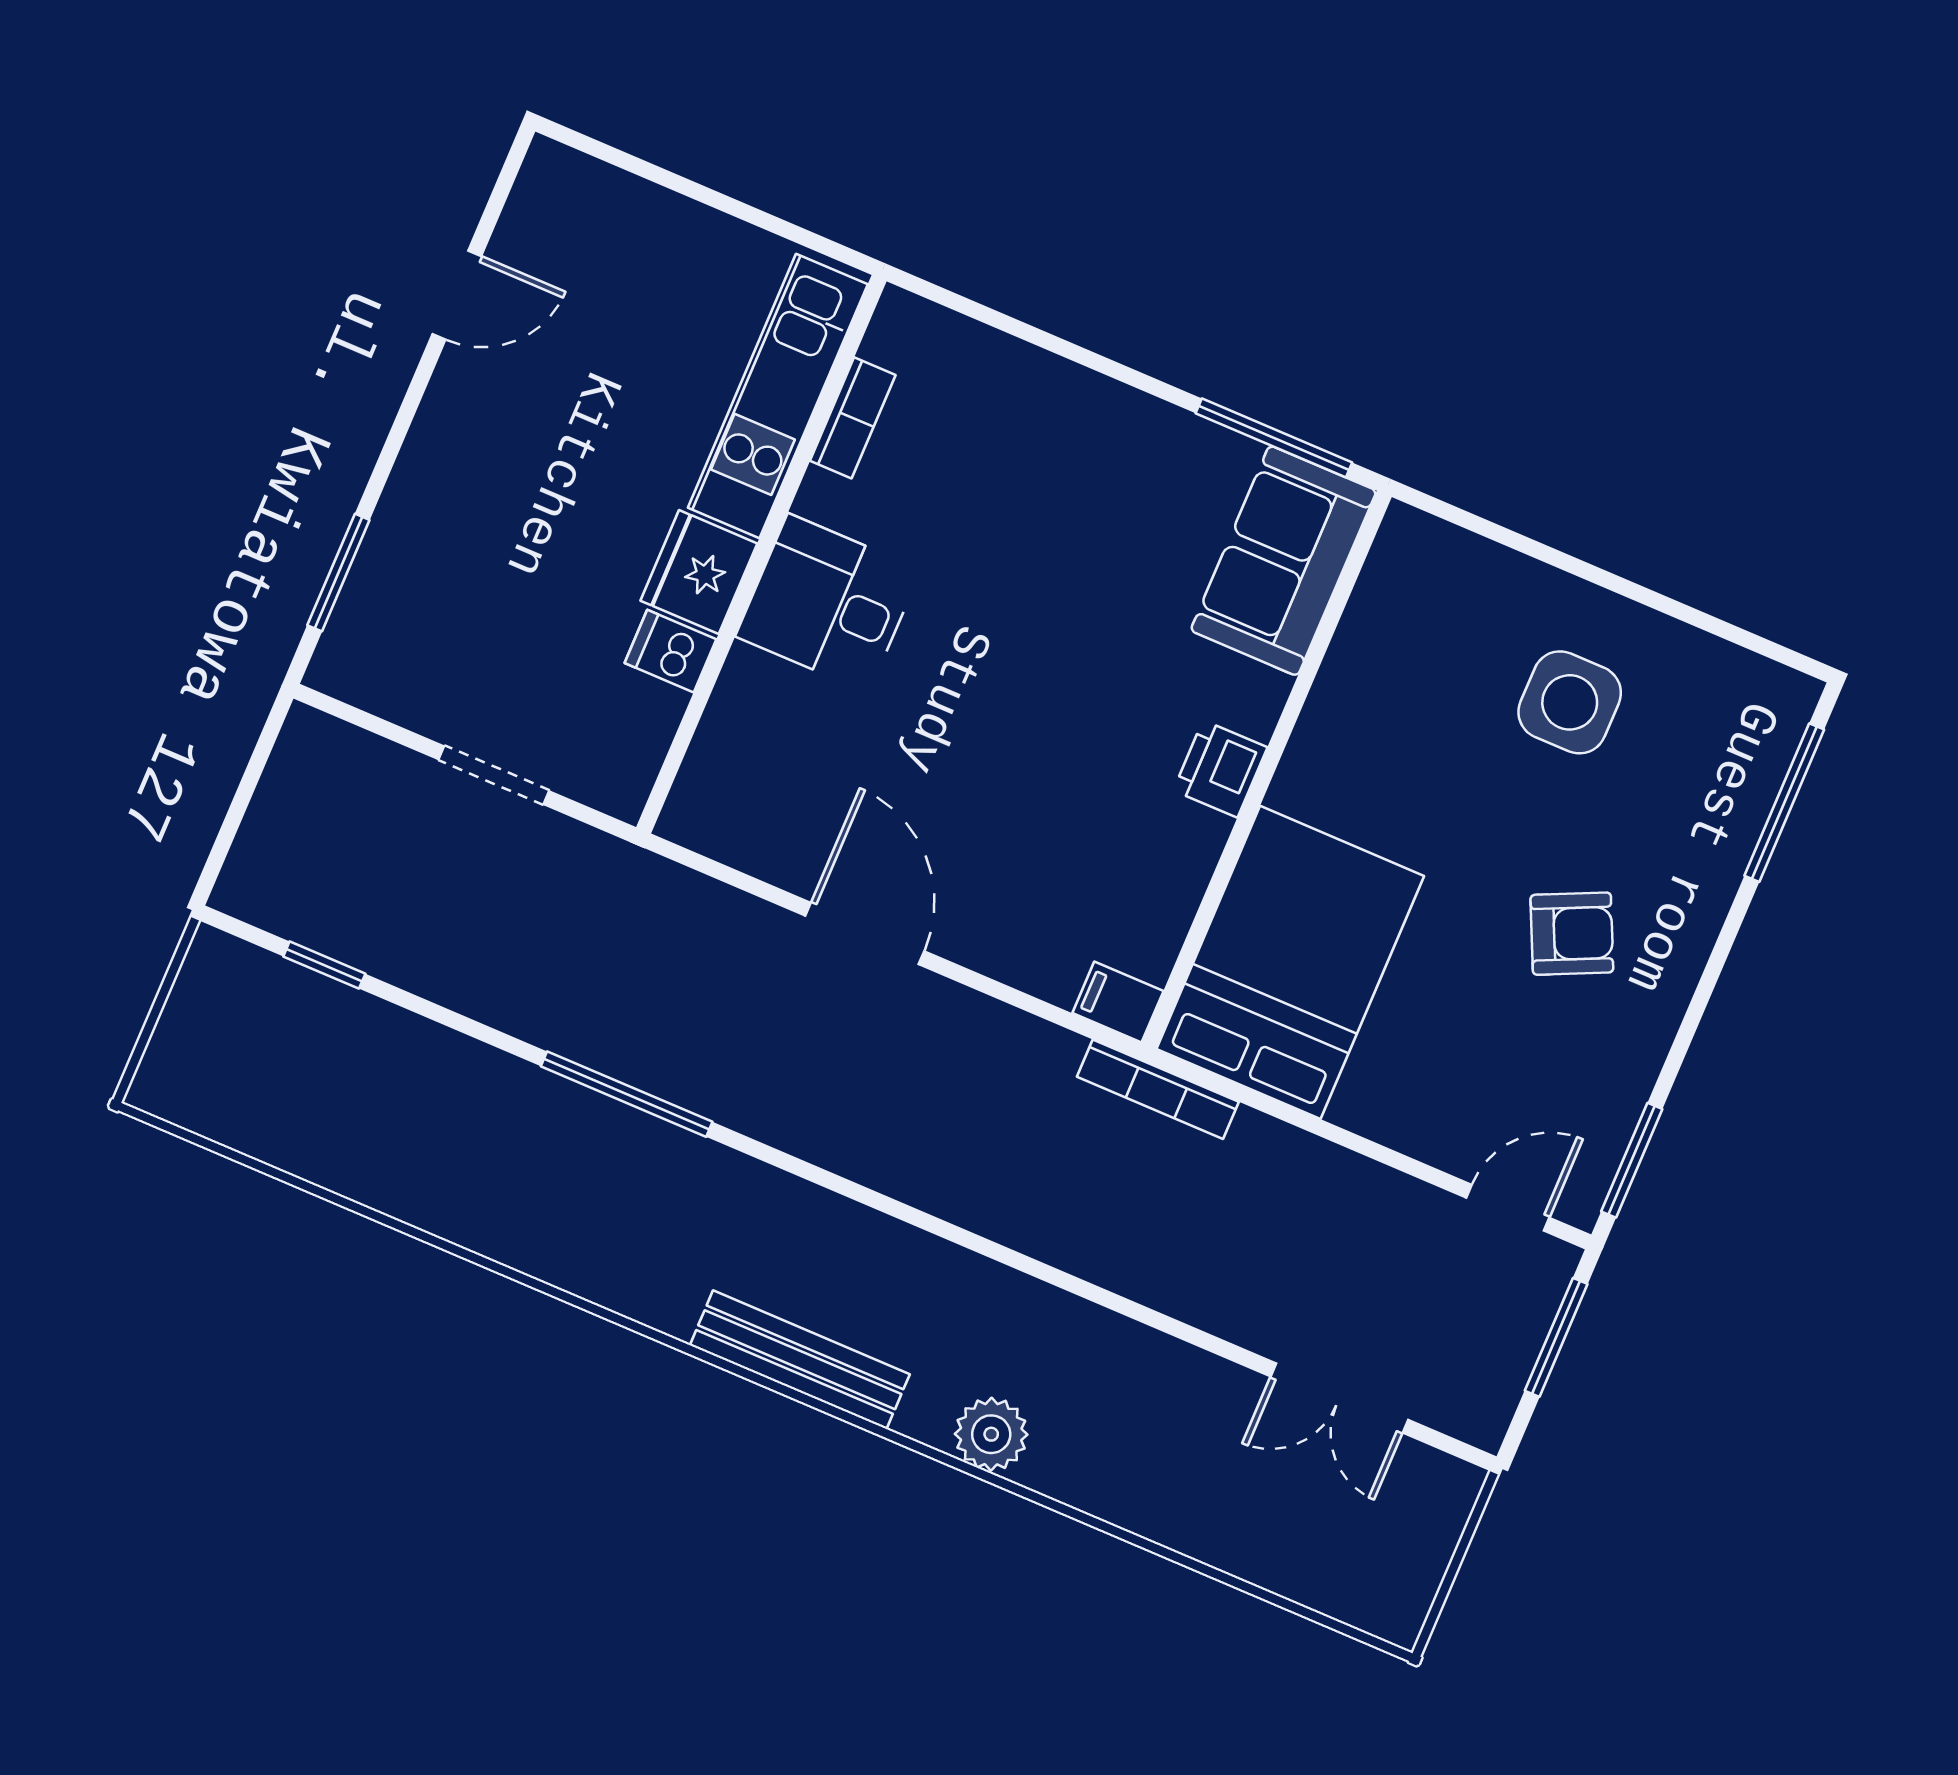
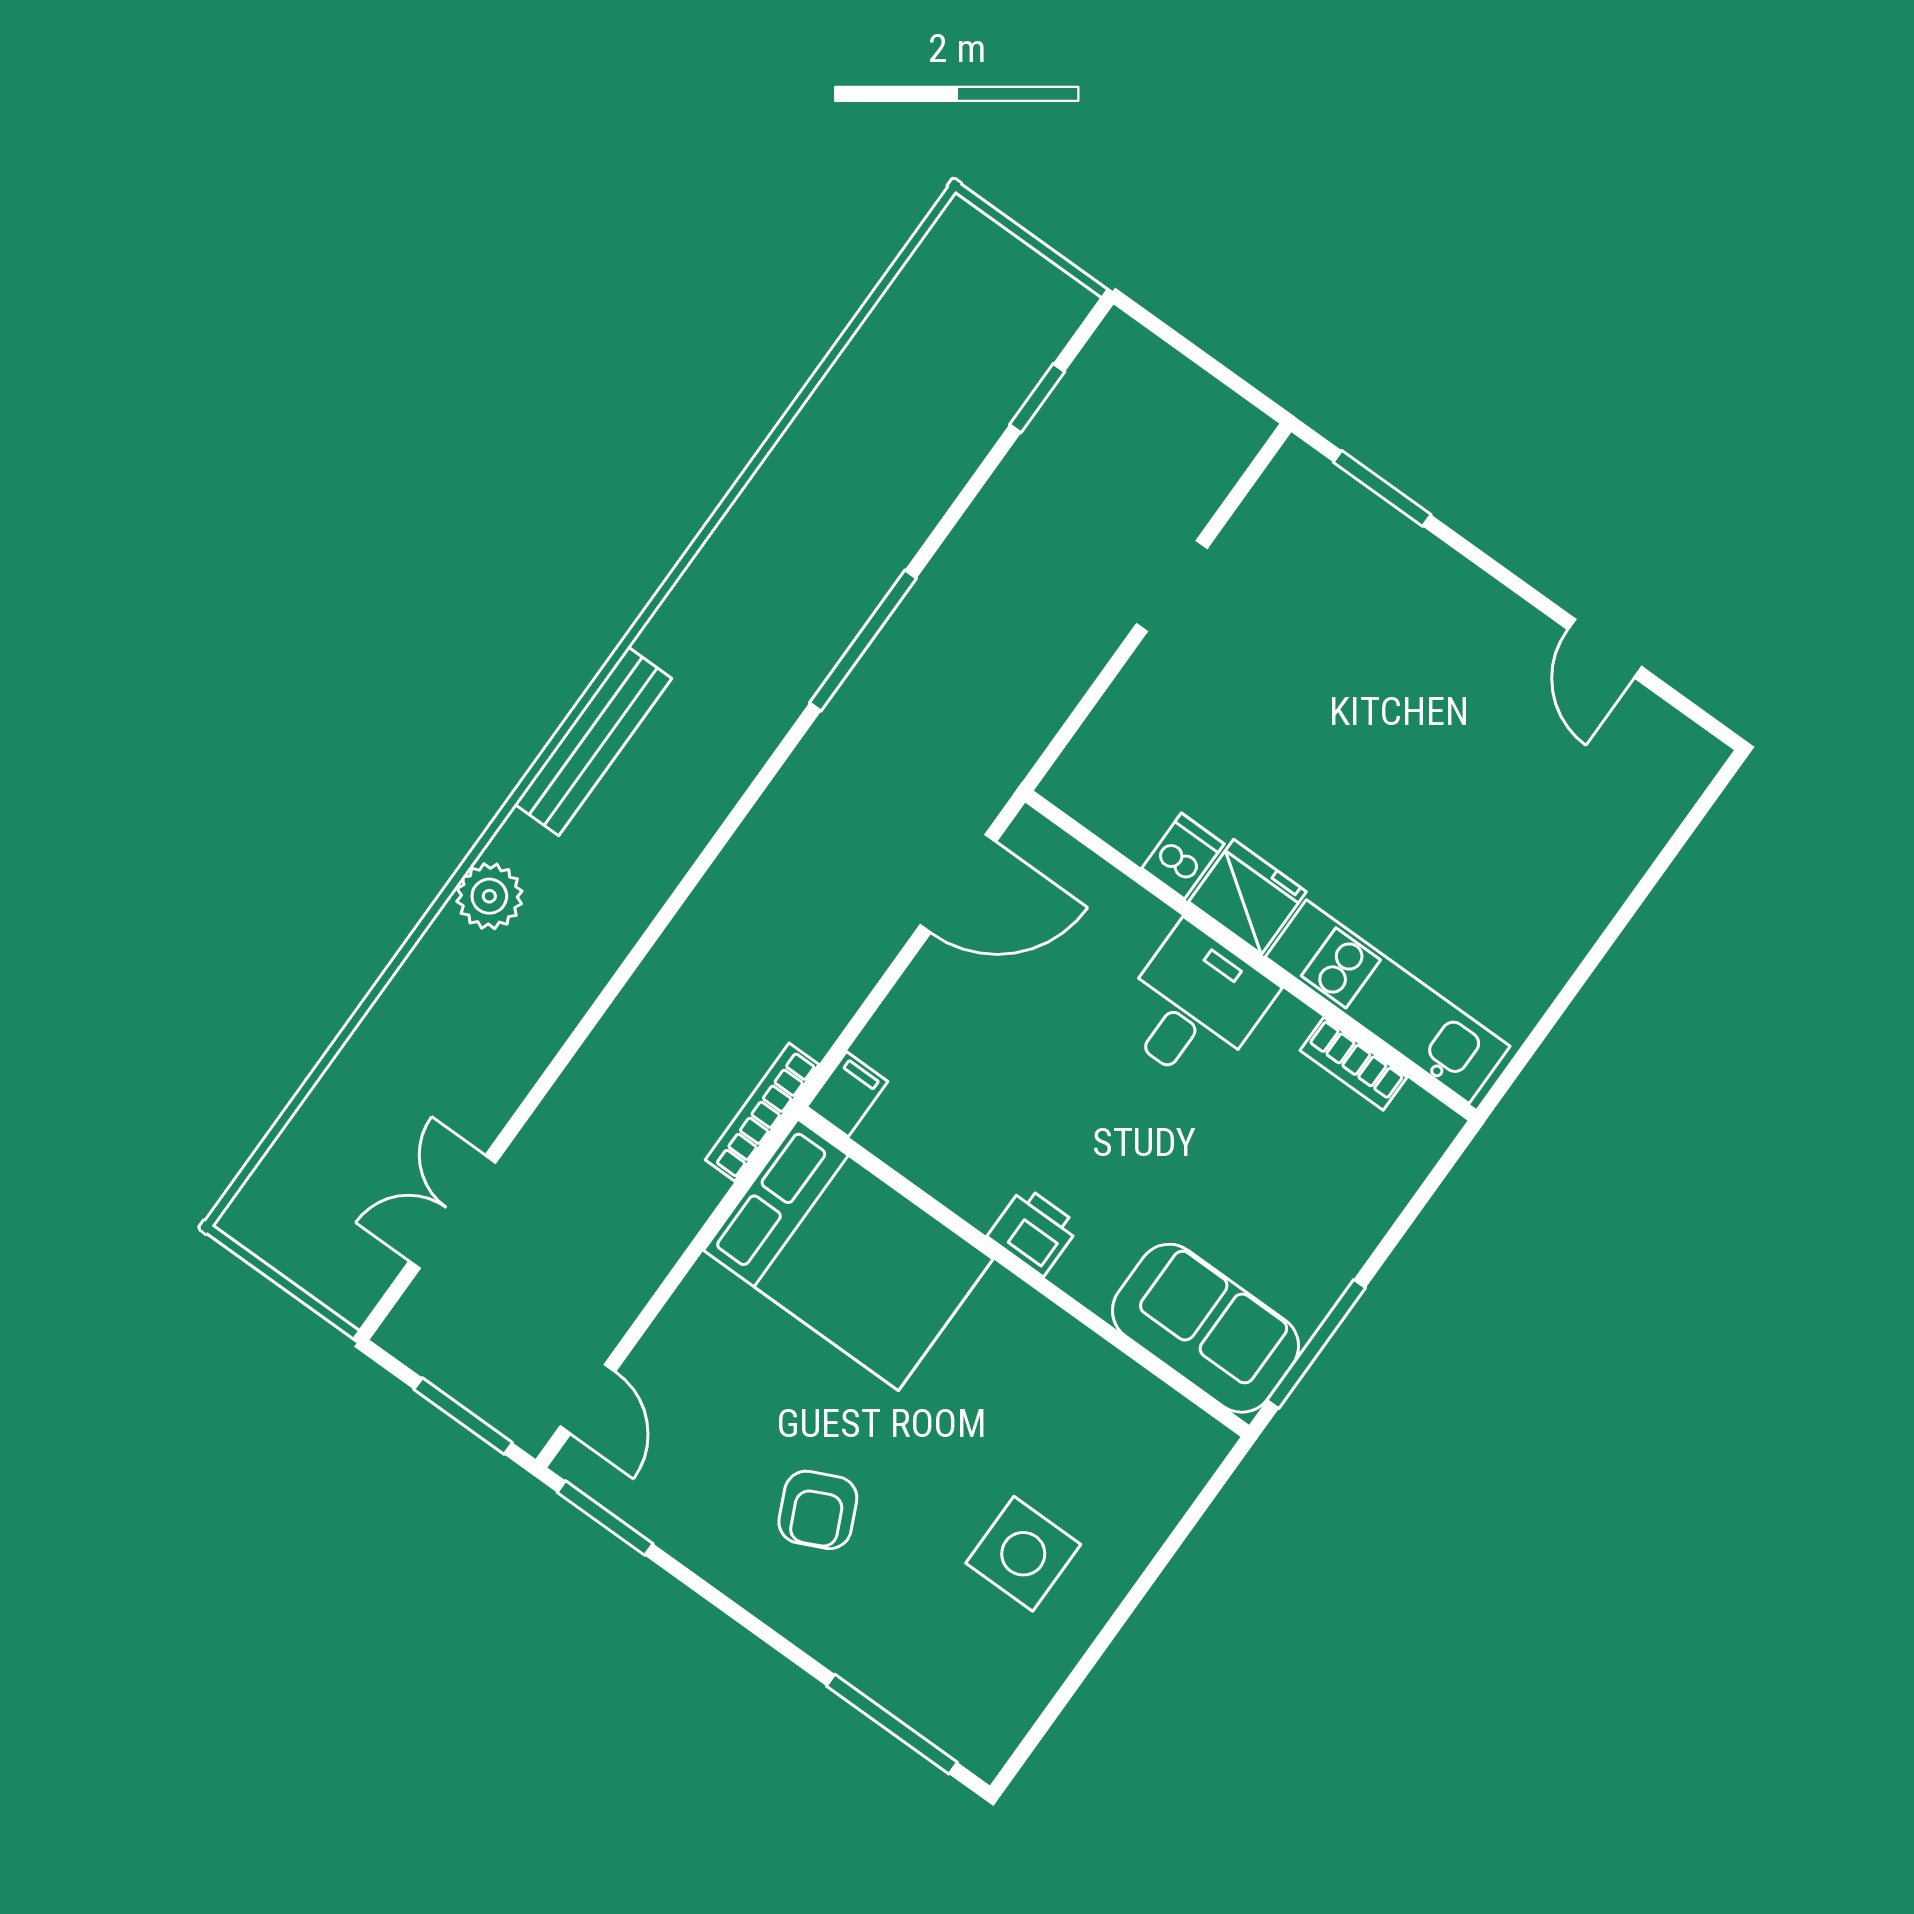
kitchen unit: (778, 396) -> (1388, 1002), moved
bookcase: (853, 418) -> (1354, 1064), moved
wall: (761, 554) -> (1251, 956), moved
fridge: (699, 572) -> (1247, 897), moved
desk: (828, 603) -> (1194, 1005), moved
dishwasher: (670, 651) -> (1183, 856), moved

